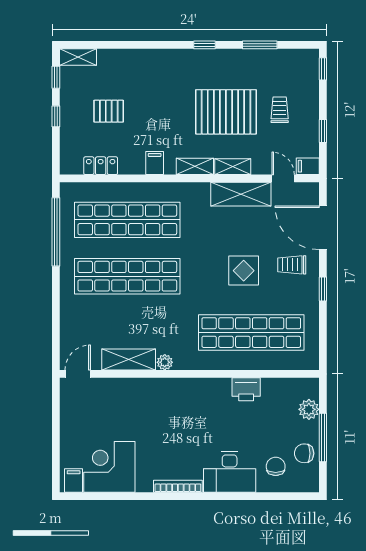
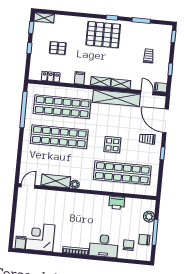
pallet: (226, 112) -> (103, 35), moved
shelving: (241, 194) -> (116, 98), width x1.47
display table: (244, 271) -> (112, 145), moved

